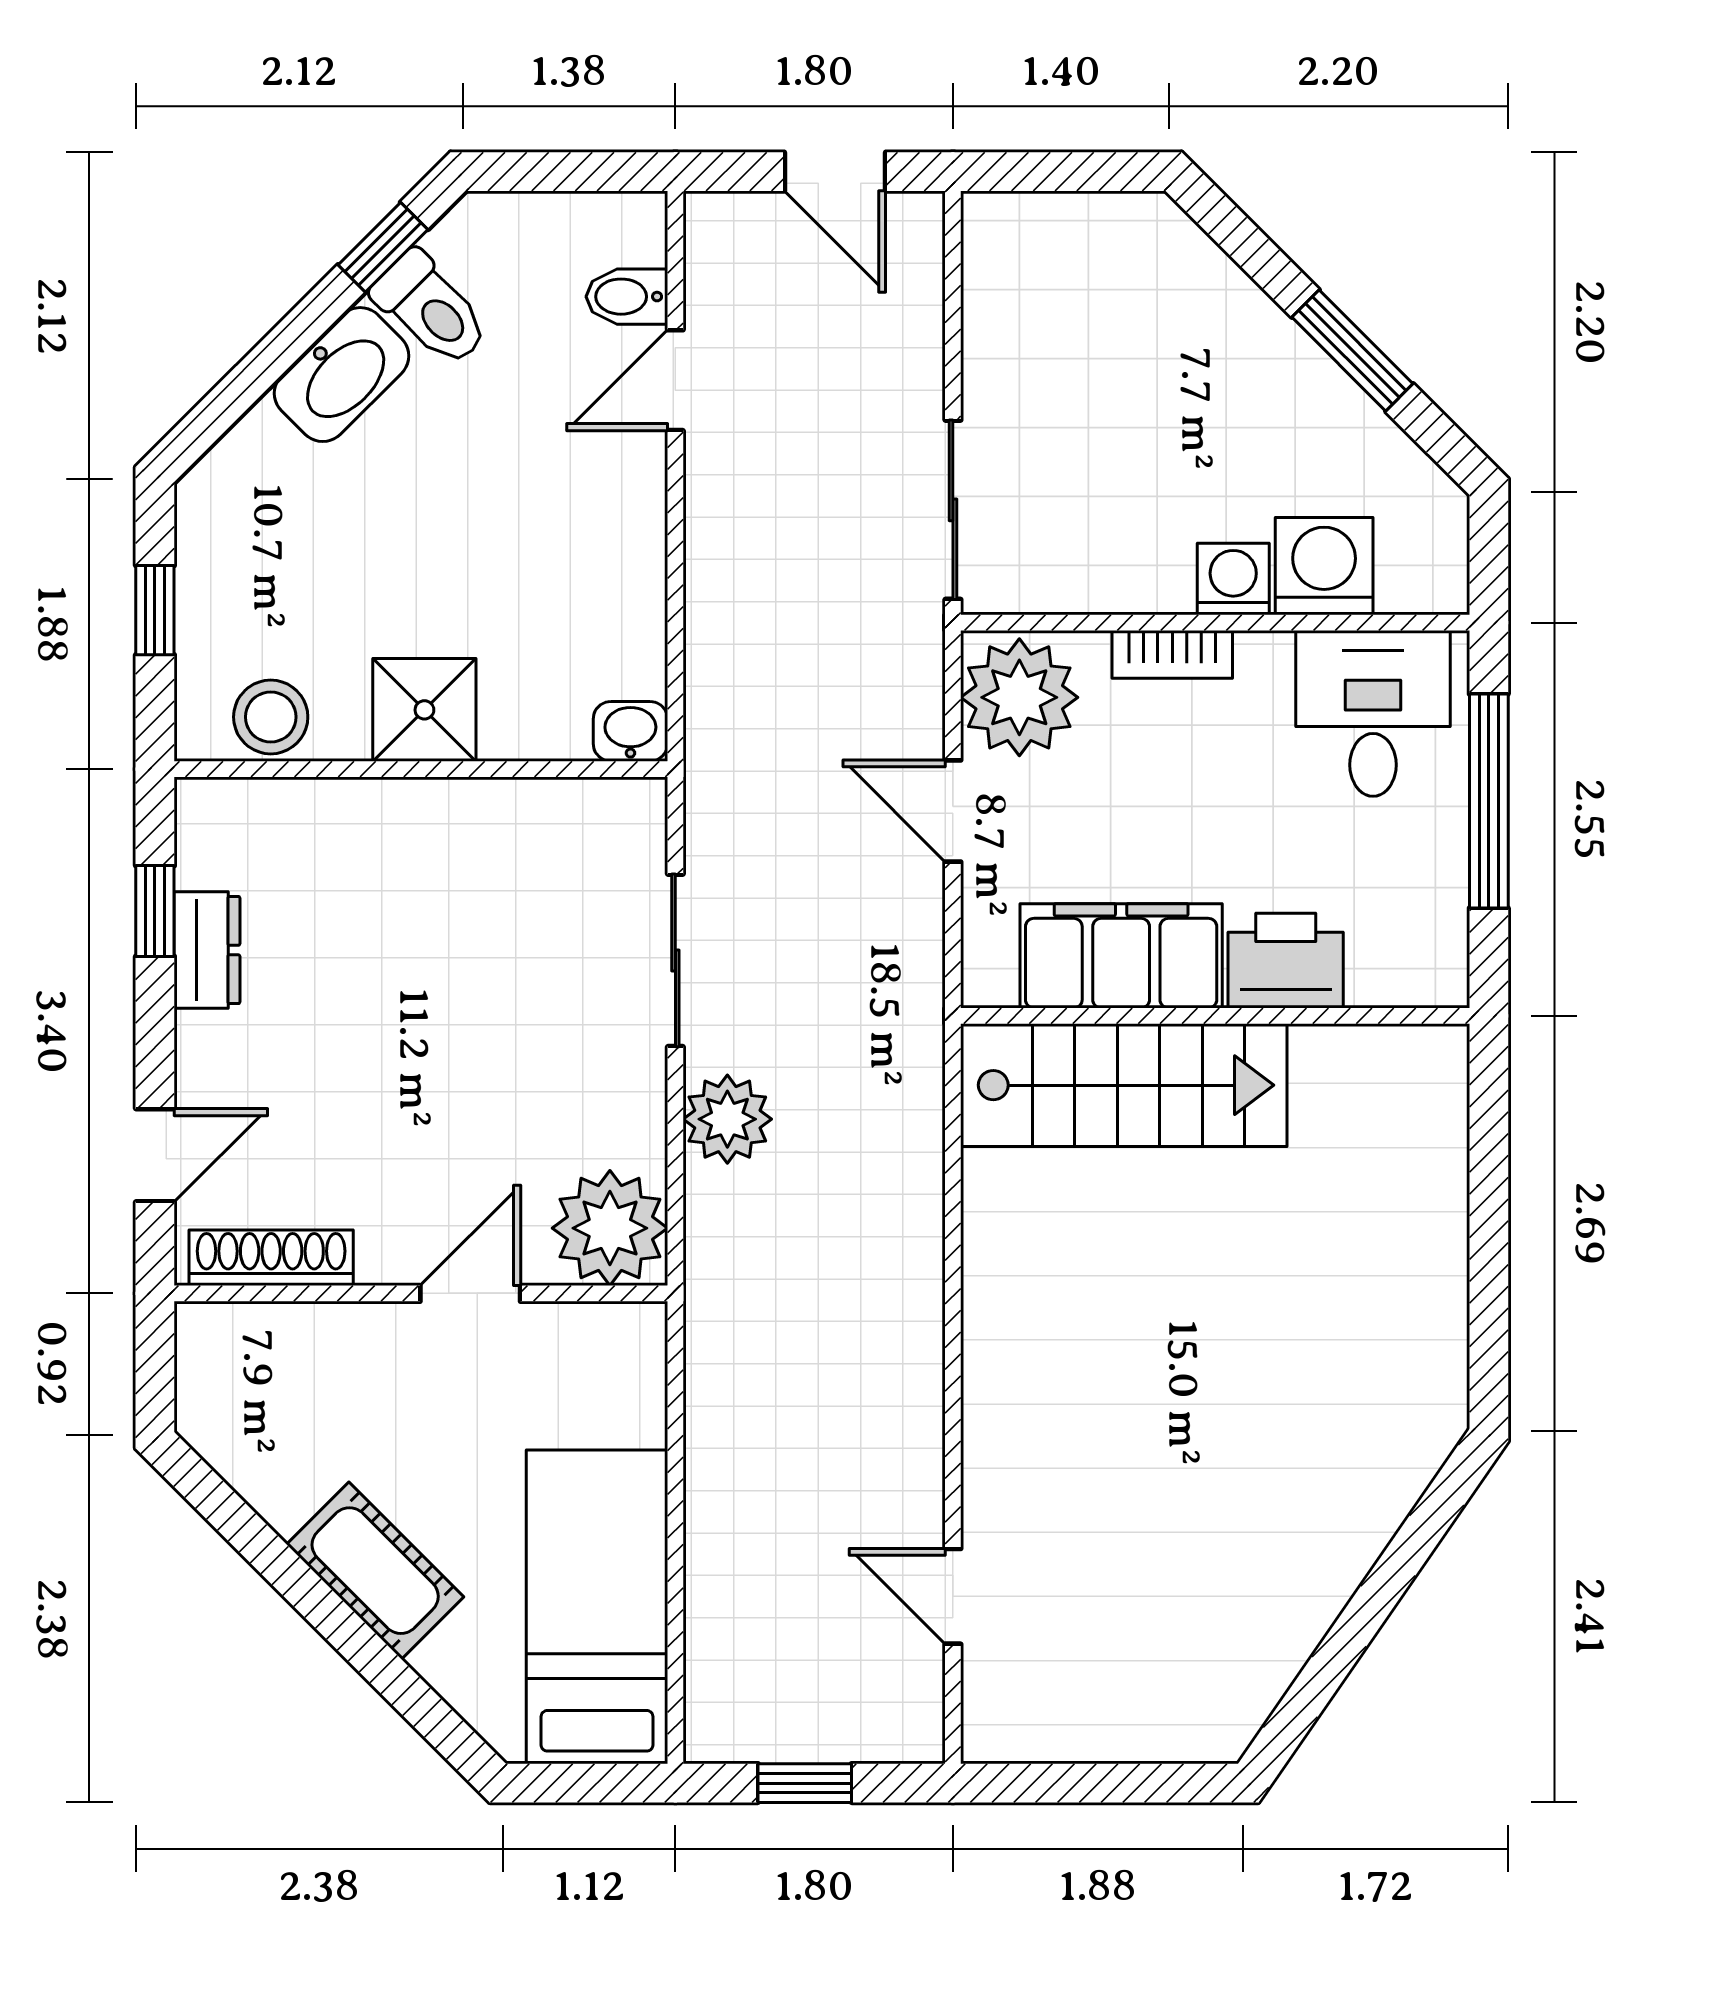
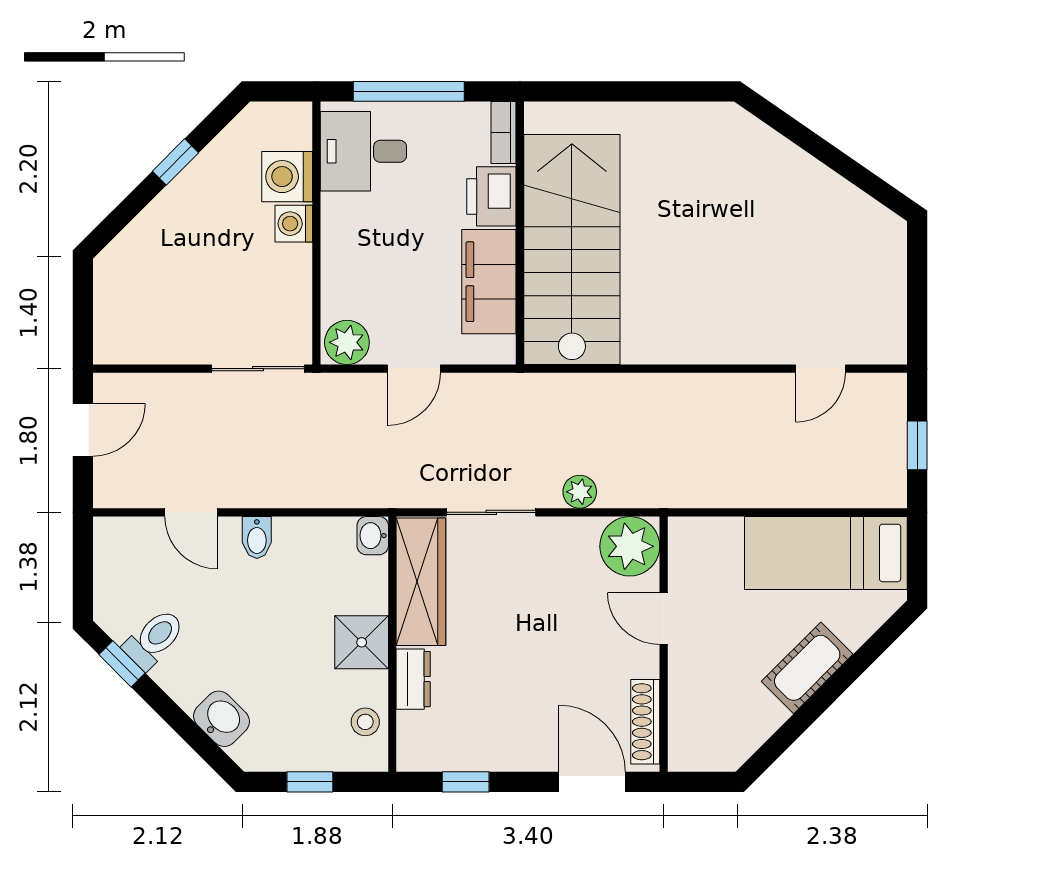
bidet: (627, 297) -> (257, 537), moved
window: (1352, 350) -> (175, 162), width x0.67
washbasin: (341, 375) -> (221, 719), moved, width x0.72
bookcase: (1172, 654) -> (504, 132), moved, turned 180
plant: (1019, 697) -> (347, 342), width x0.73, depth x0.73
stool: (271, 717) -> (365, 722), width x0.73, depth x0.73
wardrobe: (541, 825) -> (421, 582), added
dresser: (207, 950) -> (413, 679), moved, turned 90
stairs: (1124, 1085) -> (572, 250), width x1.36, depth x1.51
plant: (727, 1119) -> (580, 492), width x0.73, depth x0.73
door: (155, 1155) -> (592, 782), width x1.38

